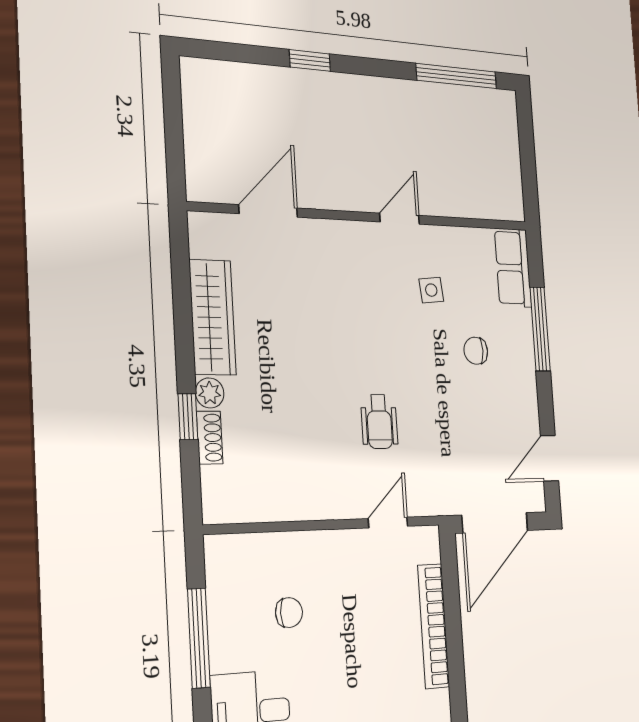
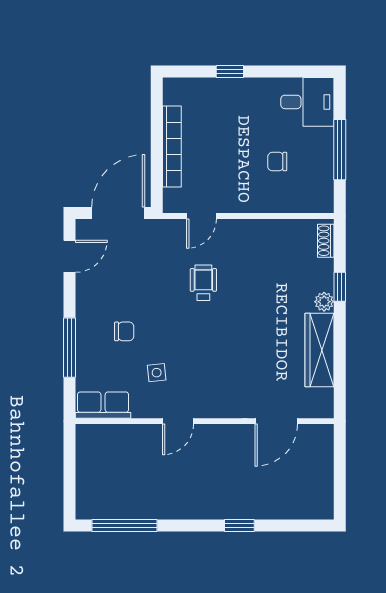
row of seats: (513, 268) -> (103, 405), moved, turned -90
shoe rack: (210, 438) -> (326, 241), moved

